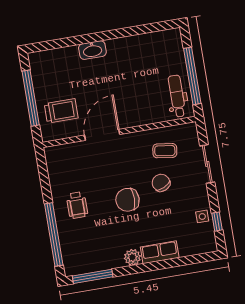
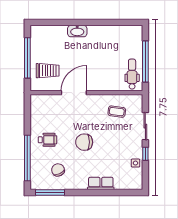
chair: (161, 183) -> (58, 170), moved
wheelchair: (77, 205) -> (48, 140), turned -90
window: (217, 222) -> (145, 154), moved
plant: (132, 257) -> (81, 184), removed

